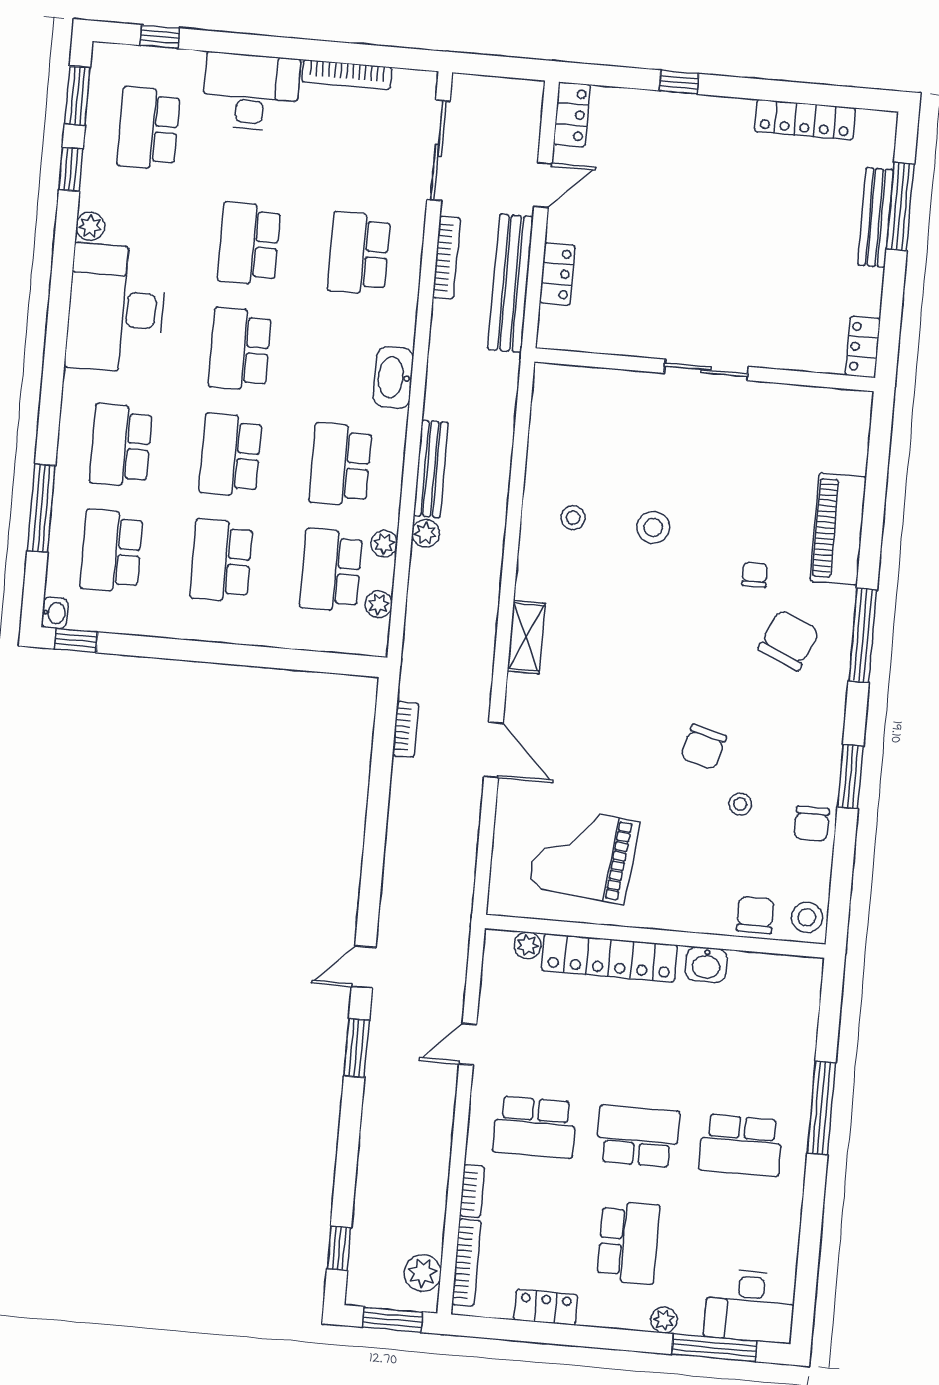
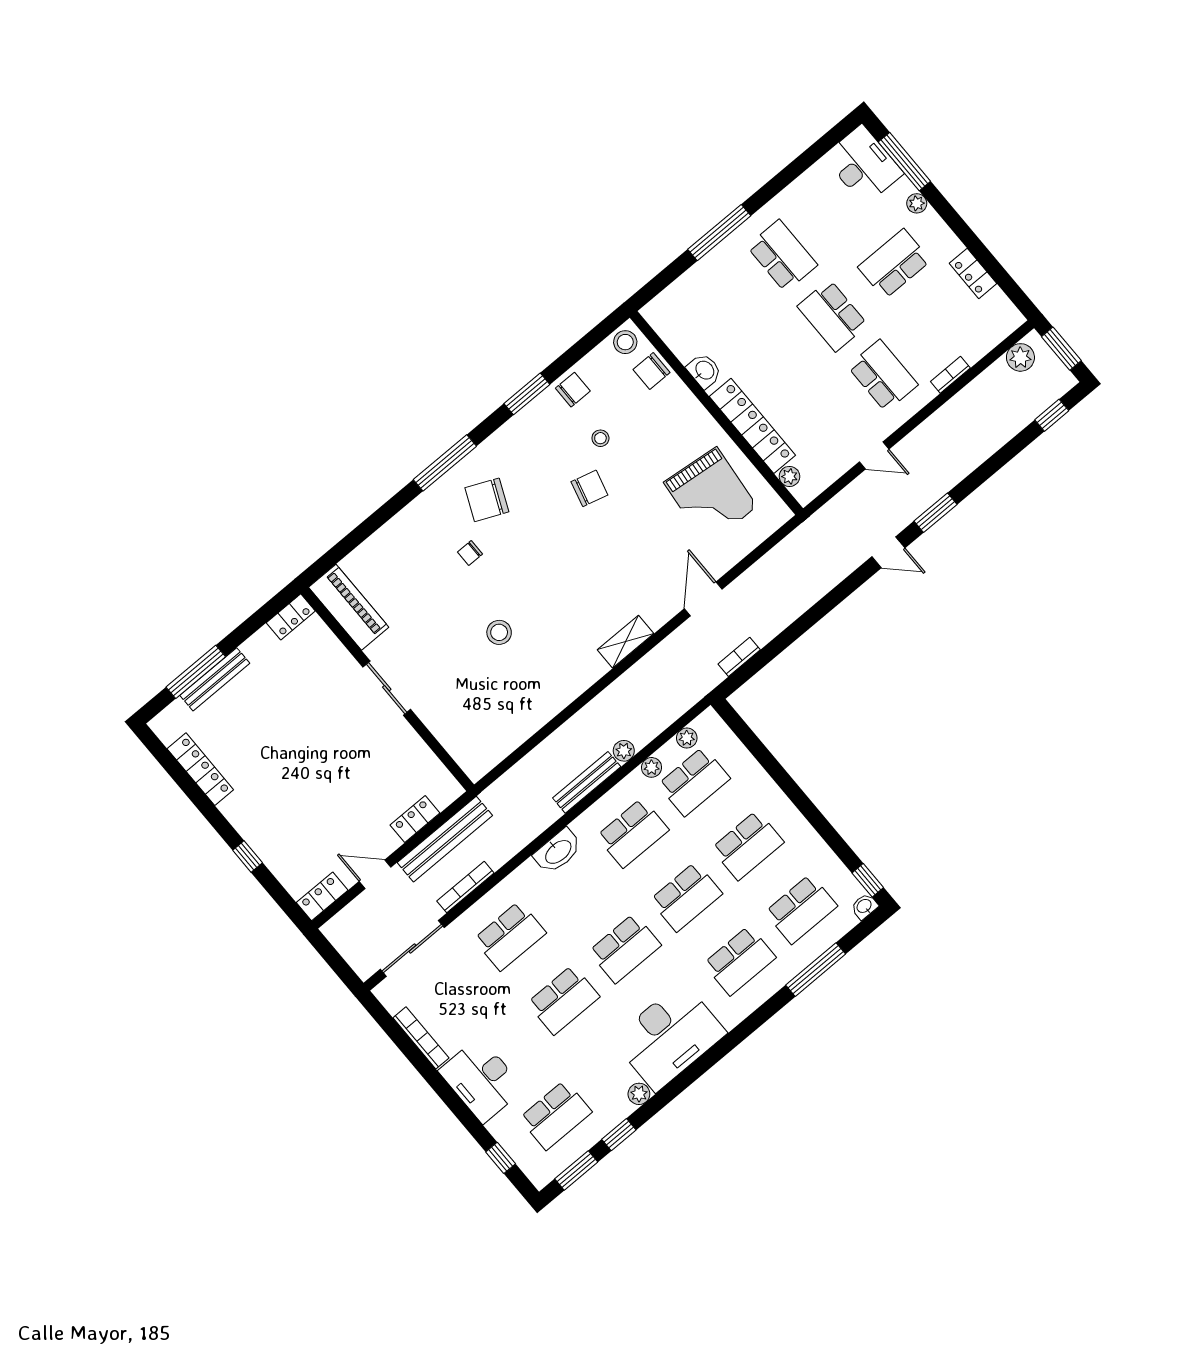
stool: (573, 518) -> (537, 680), removed
piano: (838, 529) -> (349, 607), moved, turned -90
bookcase: (466, 1263) -> (991, 339), removed

